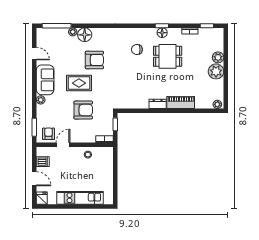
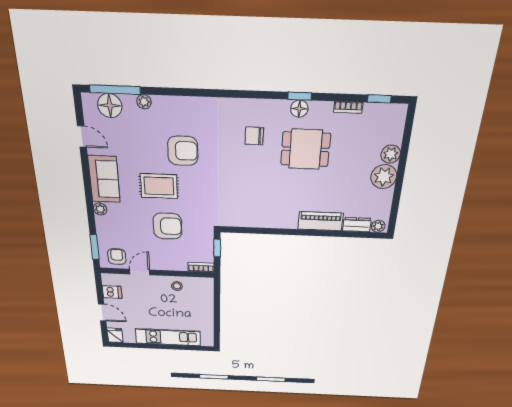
floor lamp: (85, 35) -> (110, 106), moved
dresser: (158, 104) -> (357, 225), moved

